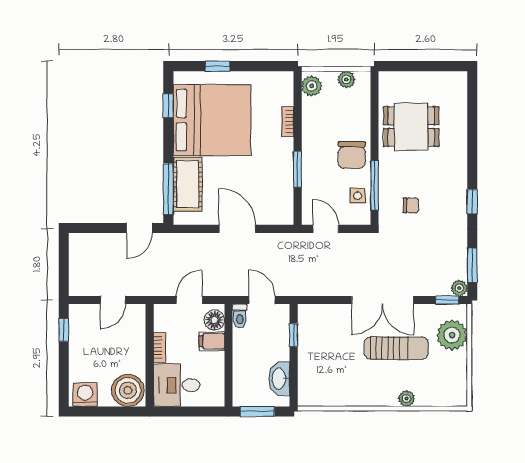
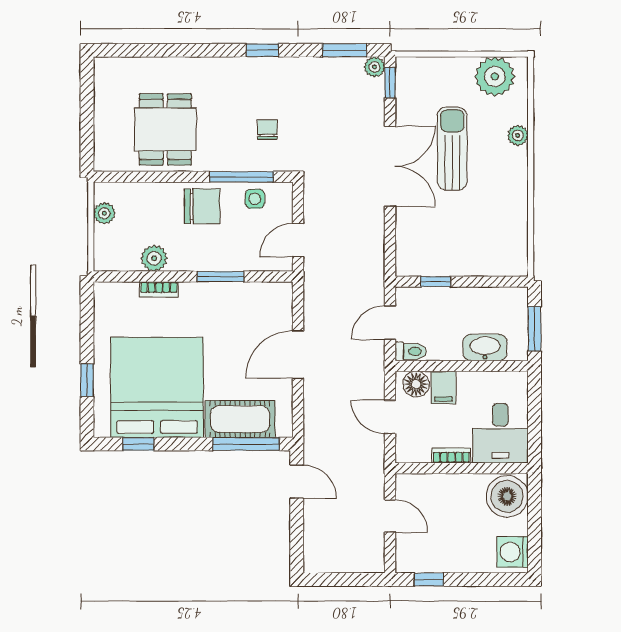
plant: (312, 86) -> (154, 258), moved
plant: (452, 335) -> (495, 76), moved
washbasin: (279, 379) -> (485, 348), moved, turned 180

